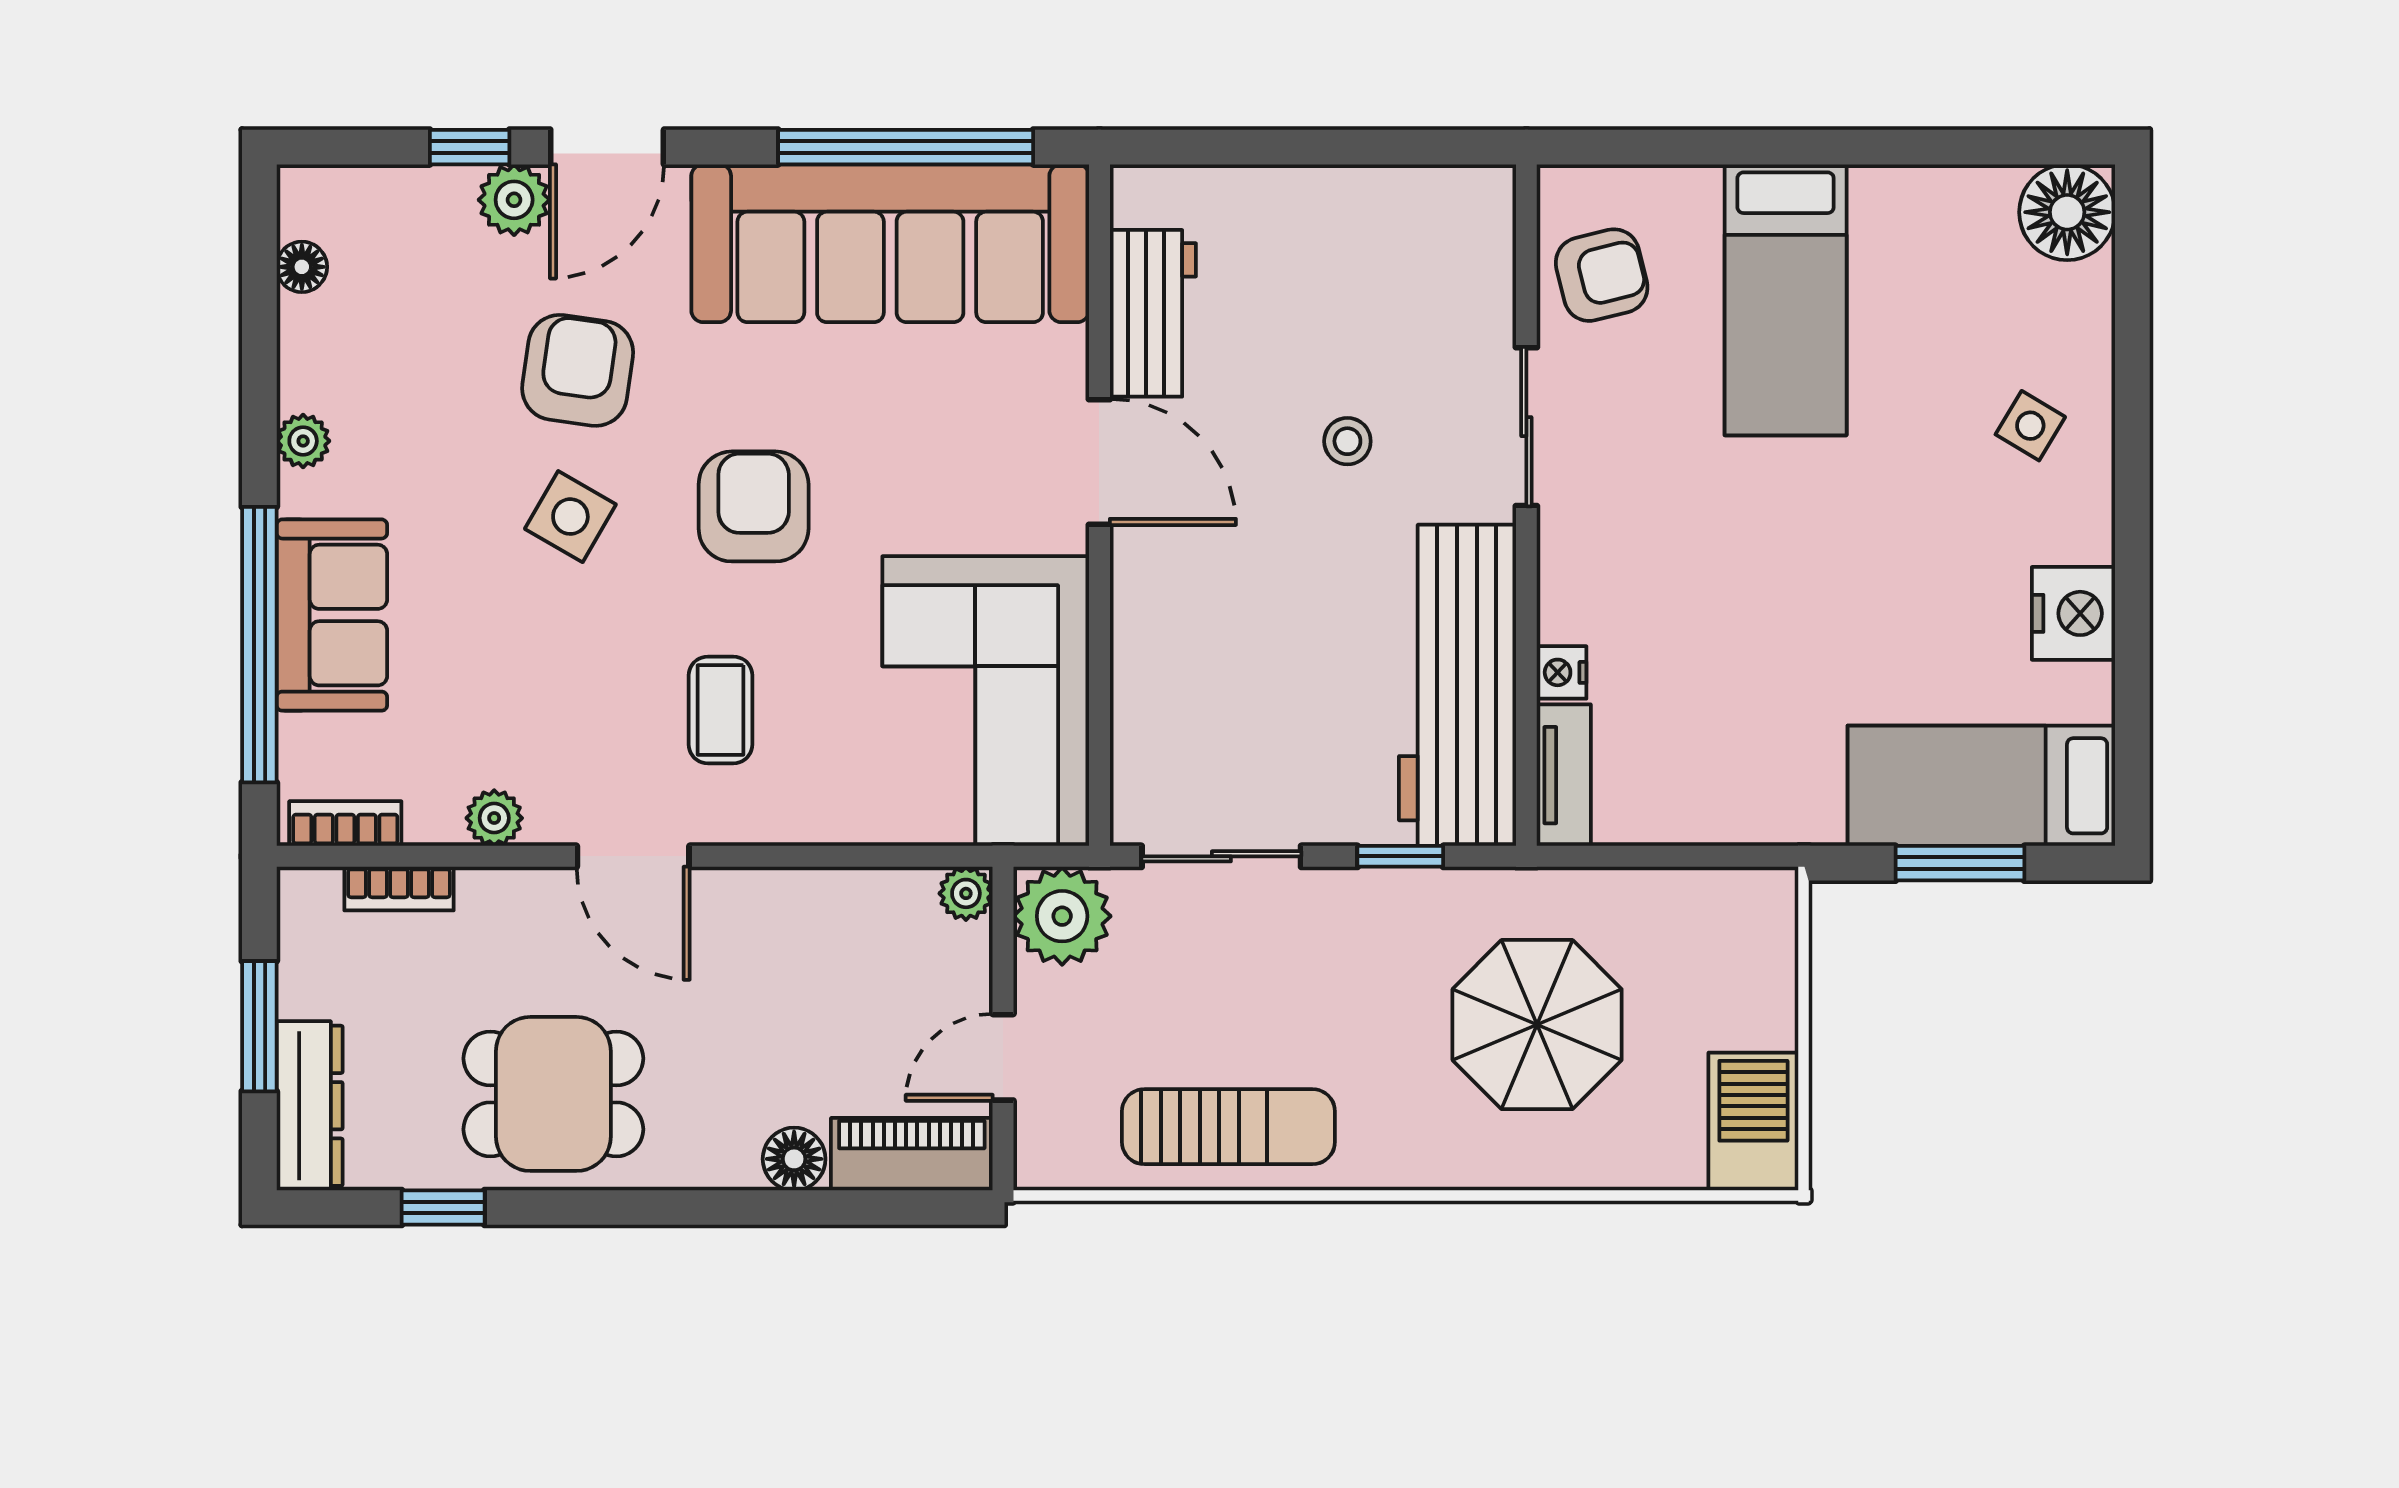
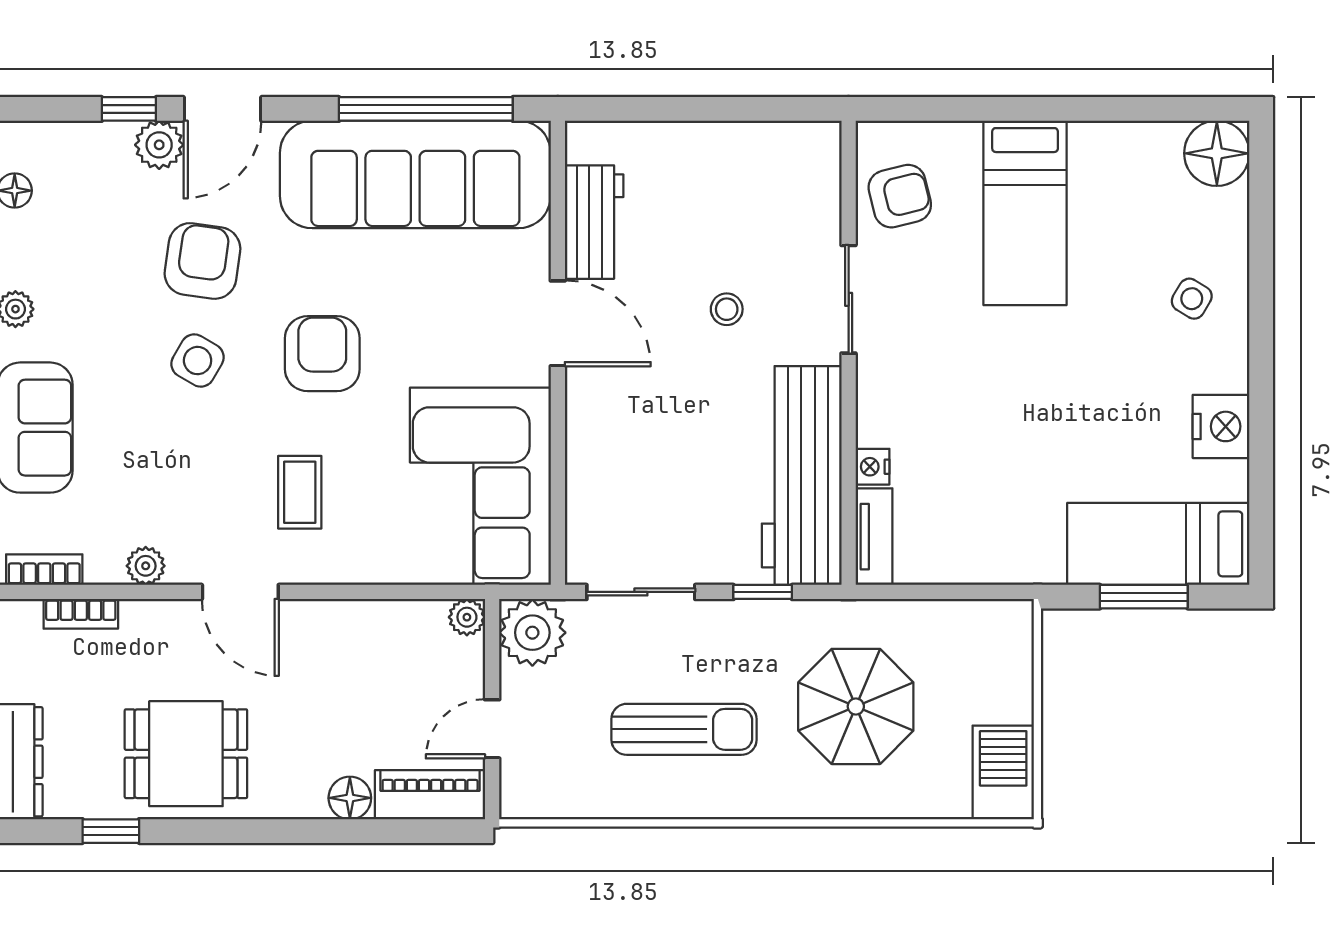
sun lounger: (1228, 1127) -> (684, 729), moved

